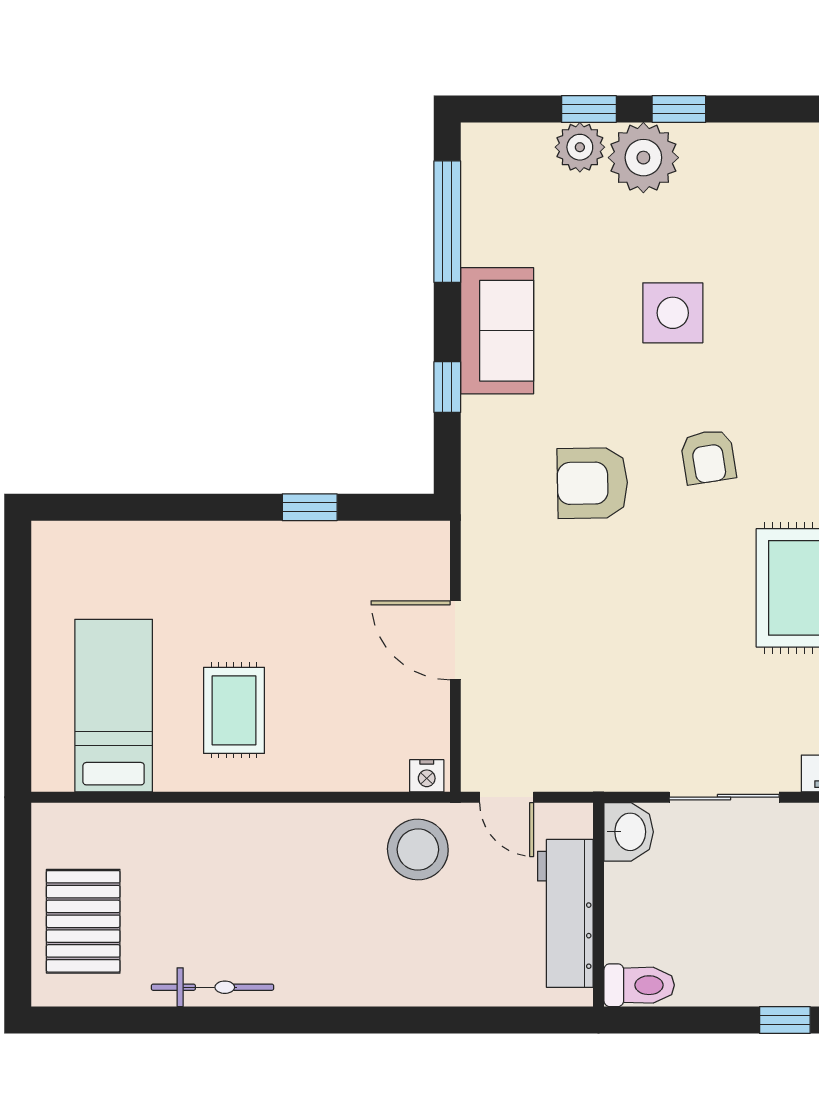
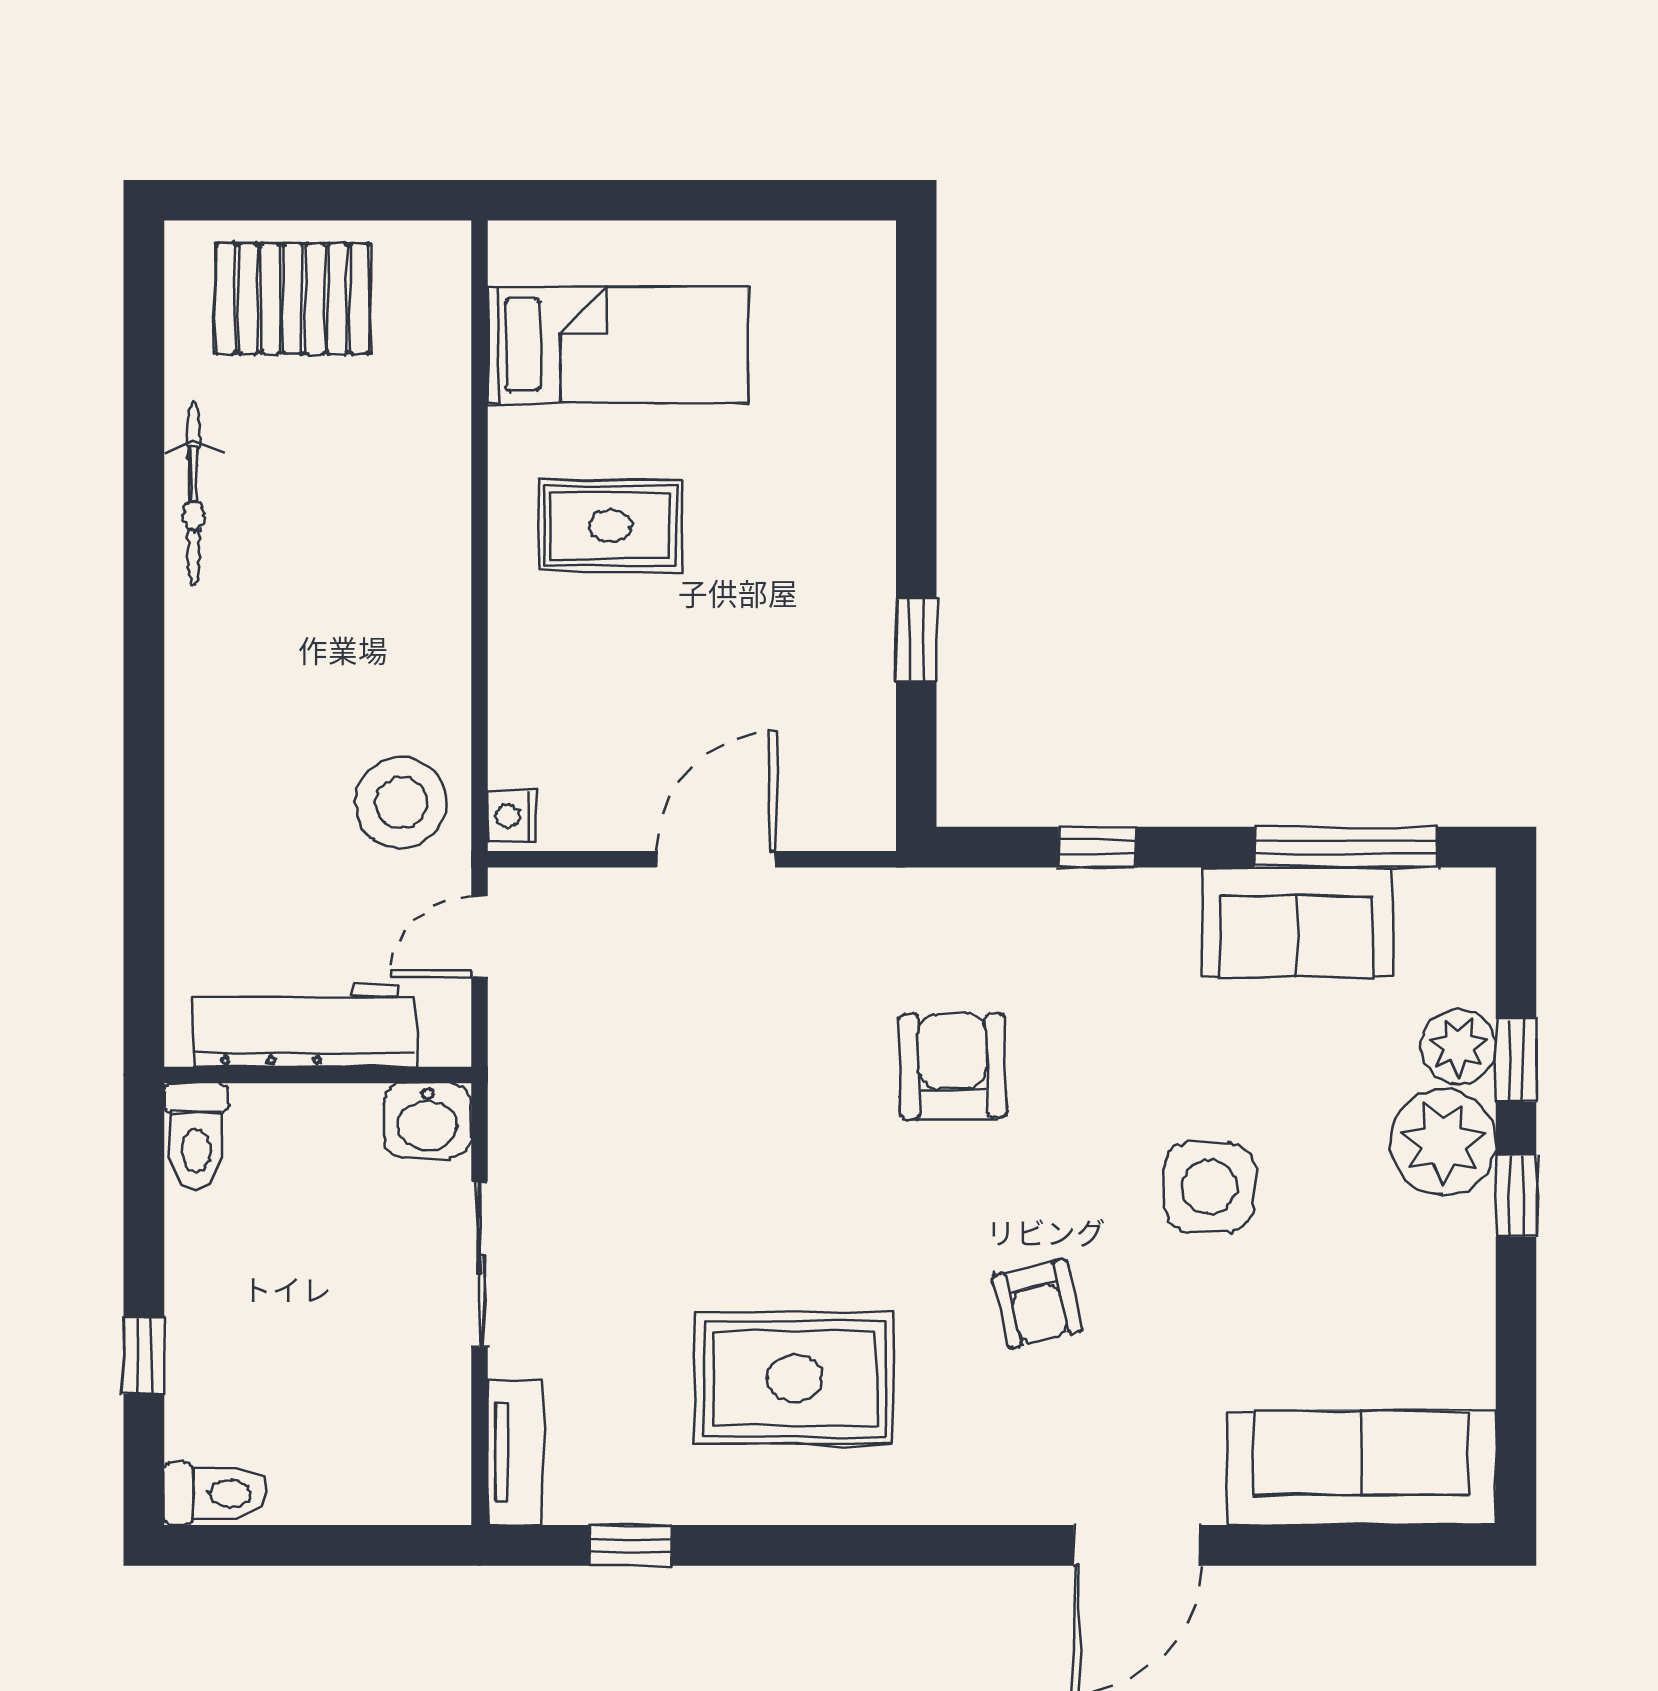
sofa: (497, 331) -> (1297, 922), moved
armchair: (708, 457) -> (1037, 1303), moved, turned -94

